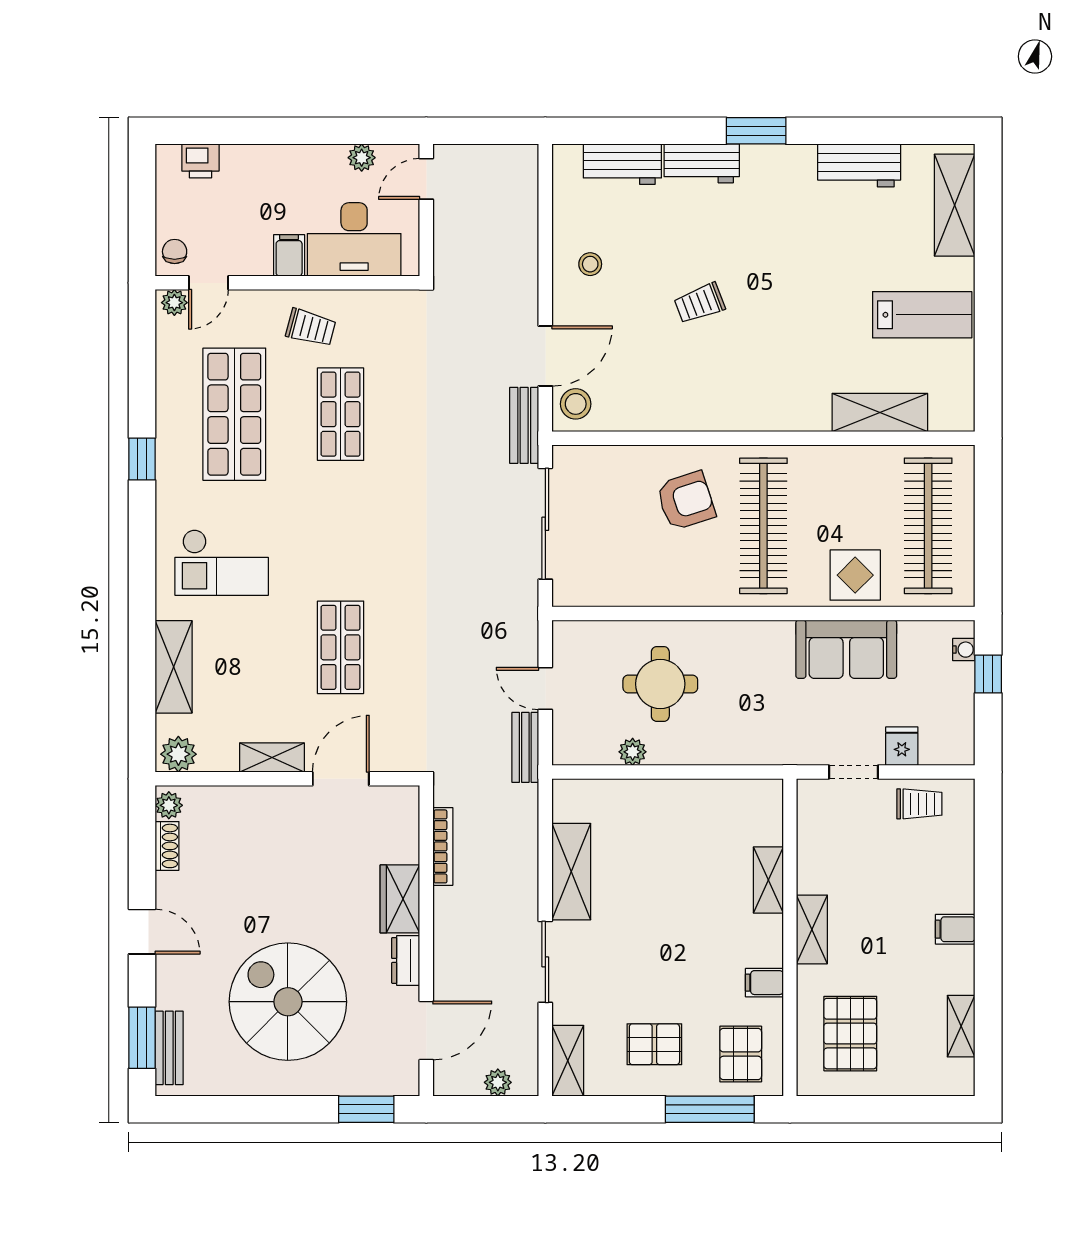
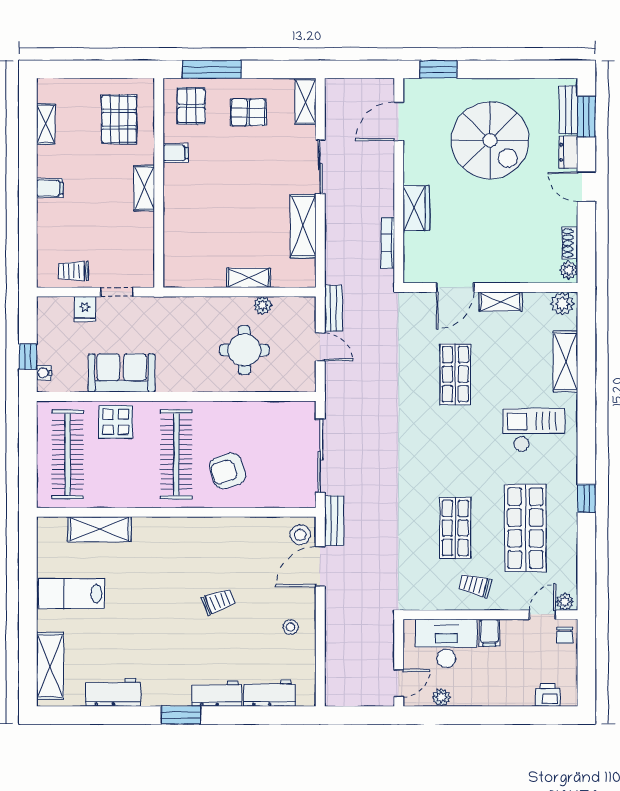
shelving: (768, 880) -> (249, 278), moved, turned 90
dresser: (406, 960) -> (568, 152), moved, turned 180
plant: (498, 1082) -> (352, 87), removed

